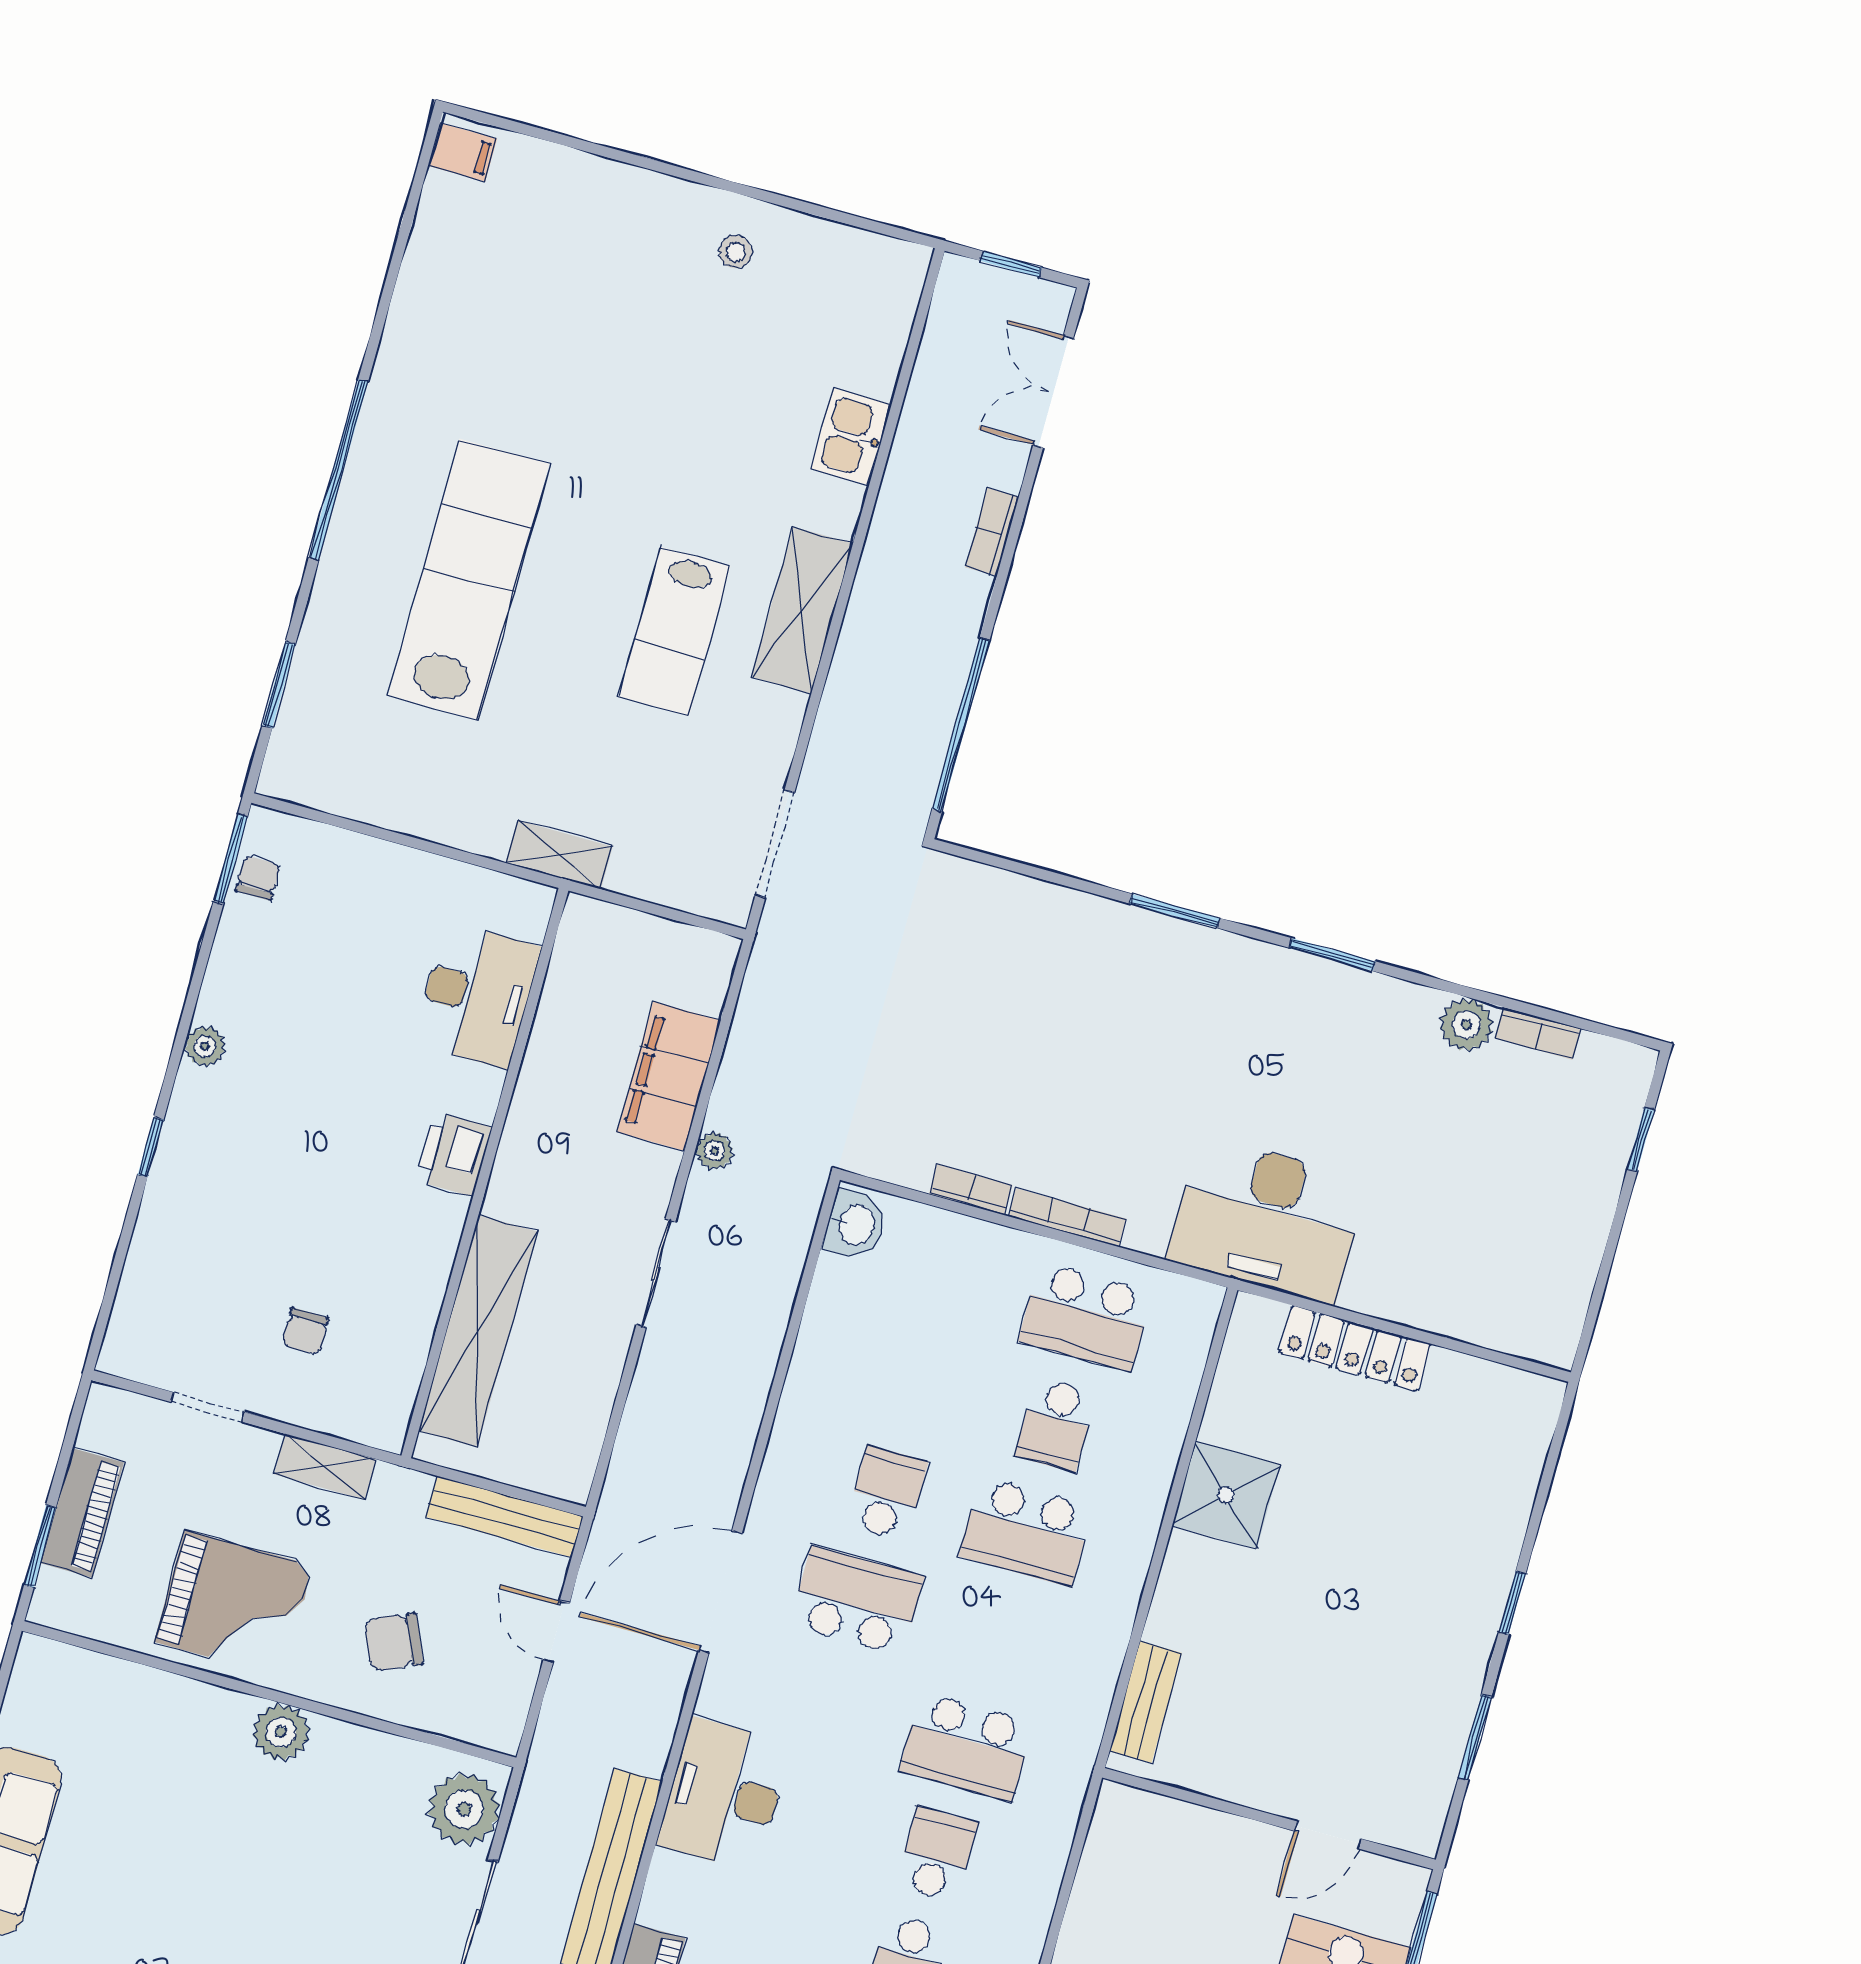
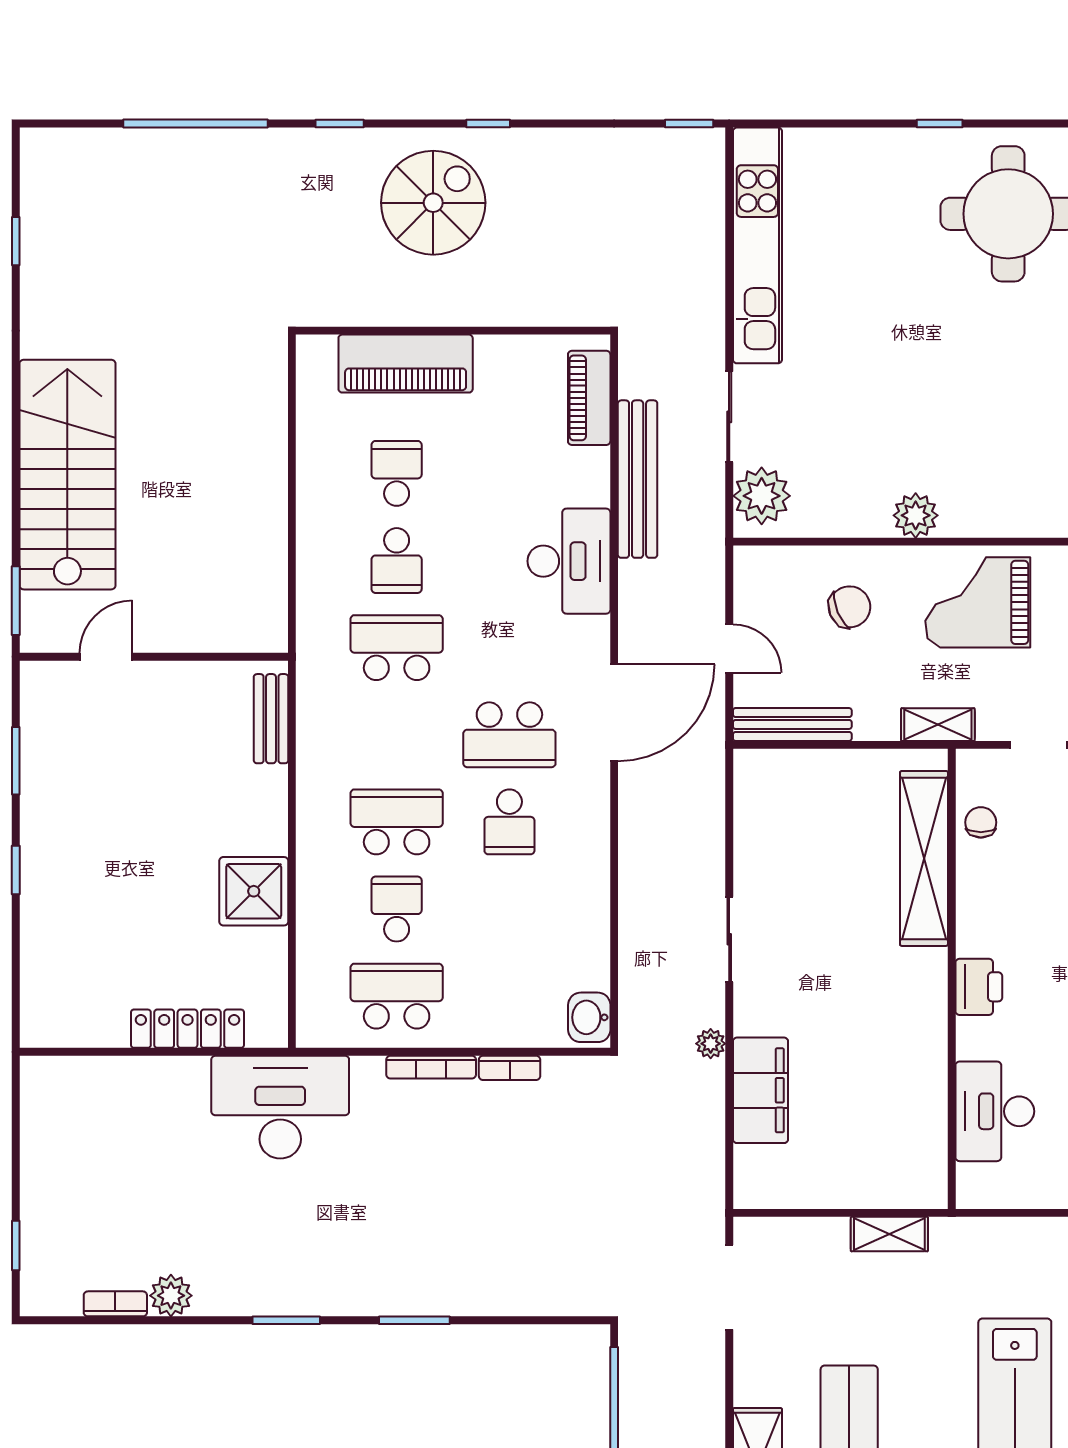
desk: (477, 995) -> (995, 1111), moved
printer: (454, 1154) -> (979, 987), moved
wall: (485, 1173) -> (952, 979), moved
shelving: (478, 1331) -> (924, 858), moved

